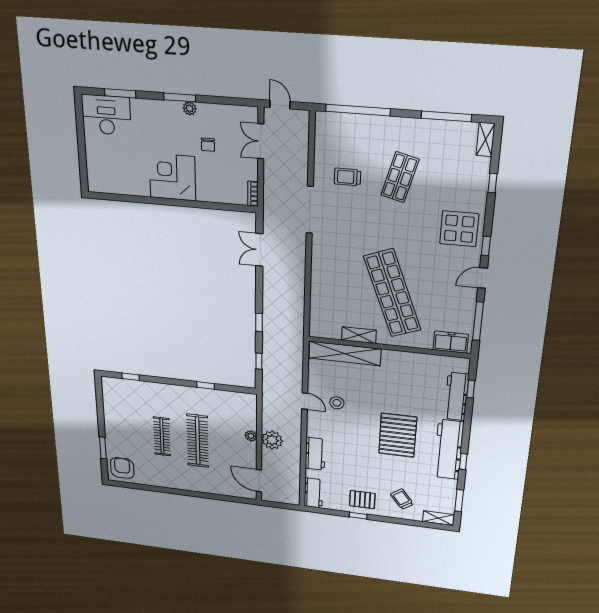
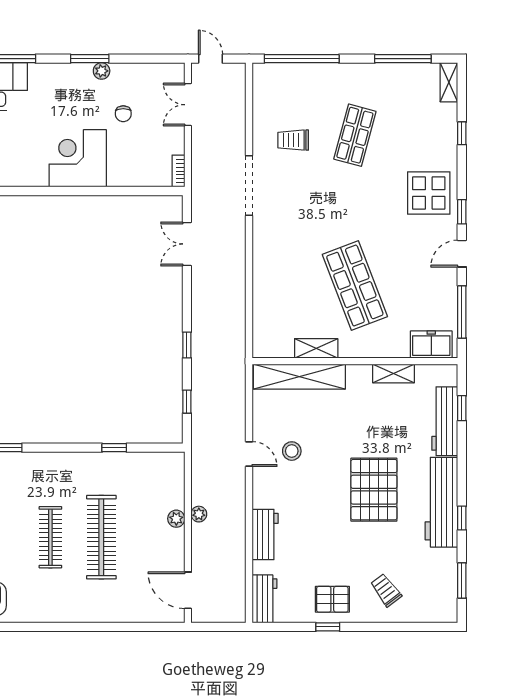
shop shelf: (392, 293) -> (355, 286), width x0.71
plant: (272, 440) -> (199, 514), width x0.53, depth x0.53
shelving: (439, 518) -> (393, 373), moved

